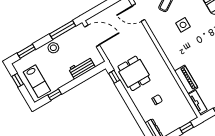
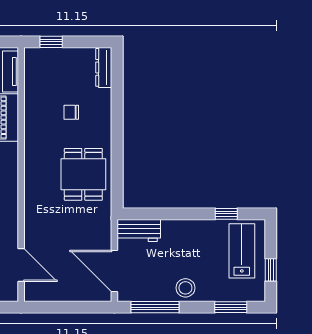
workbench: (82, 68) -> (139, 231), moved
window: (114, 77) -> (117, 187), removed

